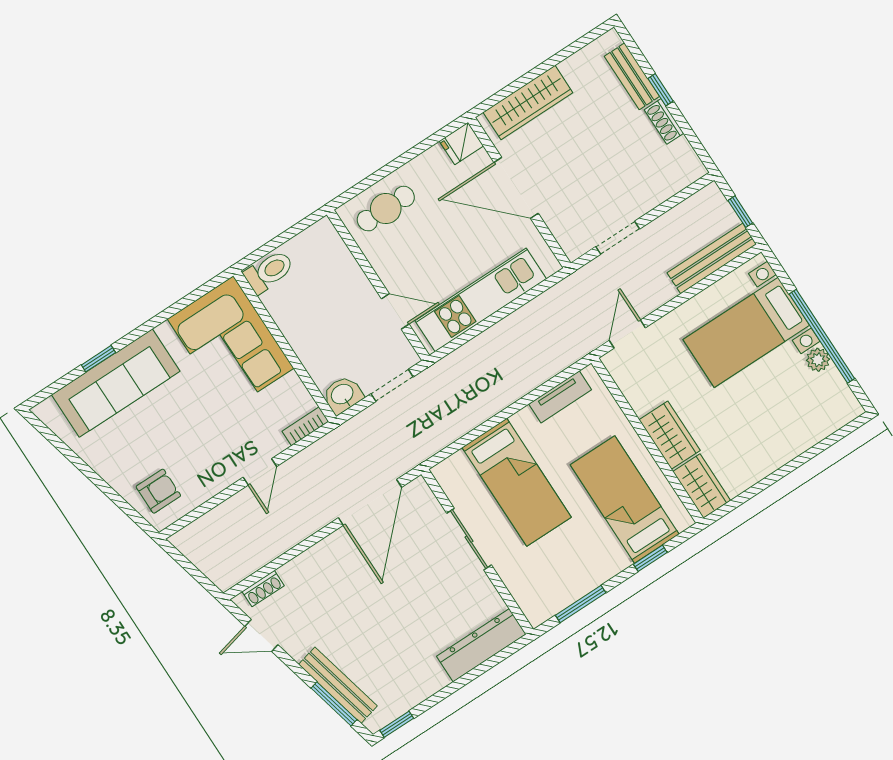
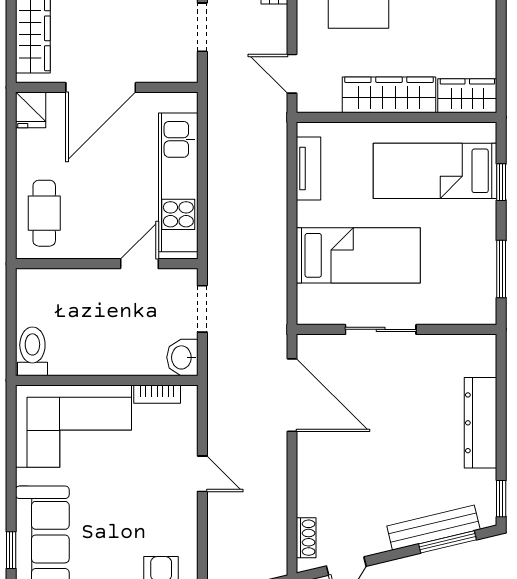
bookcase: (305, 426) -> (157, 394), moved, turned -90
wardrobe: (670, 435) -> (389, 95), width x1.50
dresser: (481, 645) -> (481, 423), moved

